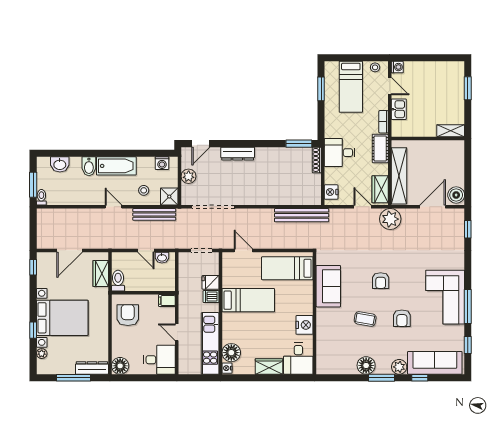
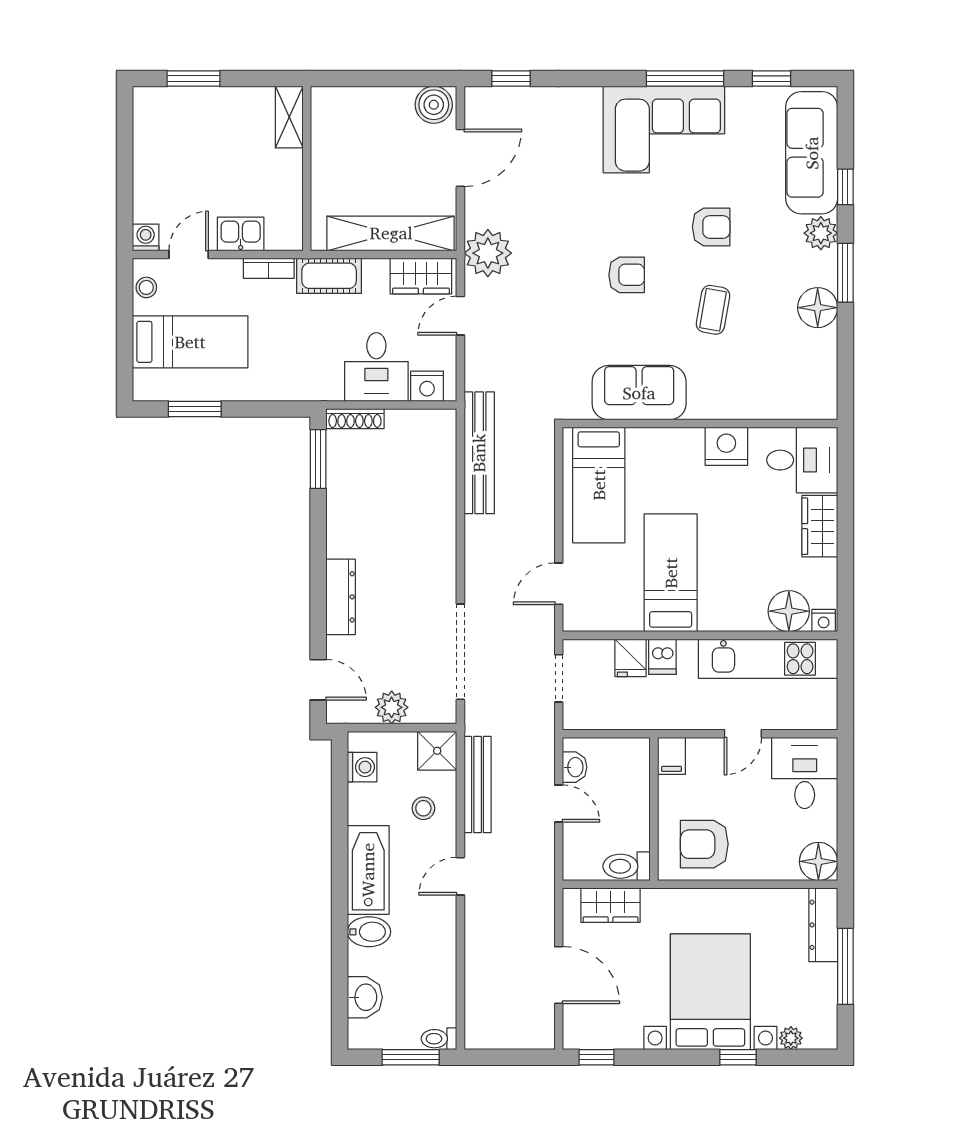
desk: (340, 153) -> (376, 367), moved
door: (433, 207) -> (460, 158), swing flipped
door: (146, 250) -> (559, 804), hinge flipped

